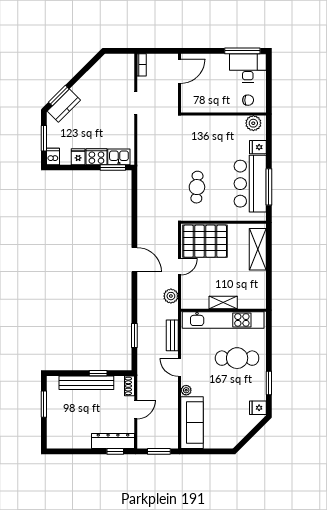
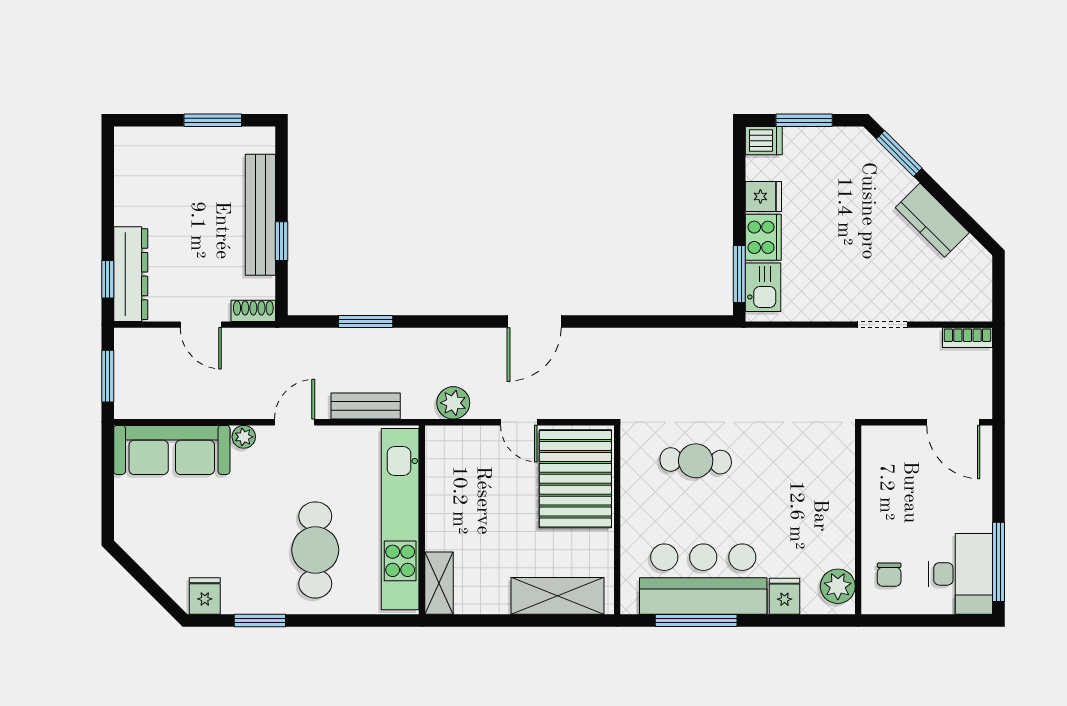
kitchen counter: (64, 106) -> (932, 220), moved
shelving: (223, 302) -> (439, 583), moved

